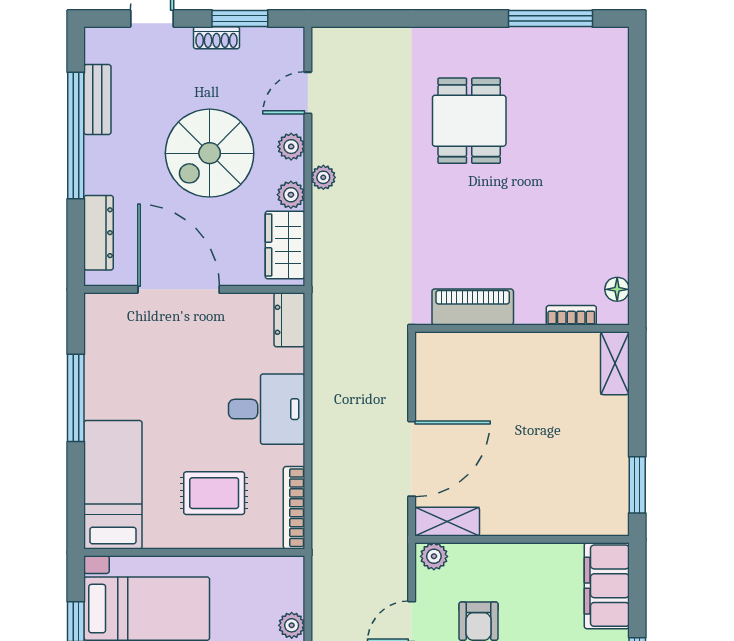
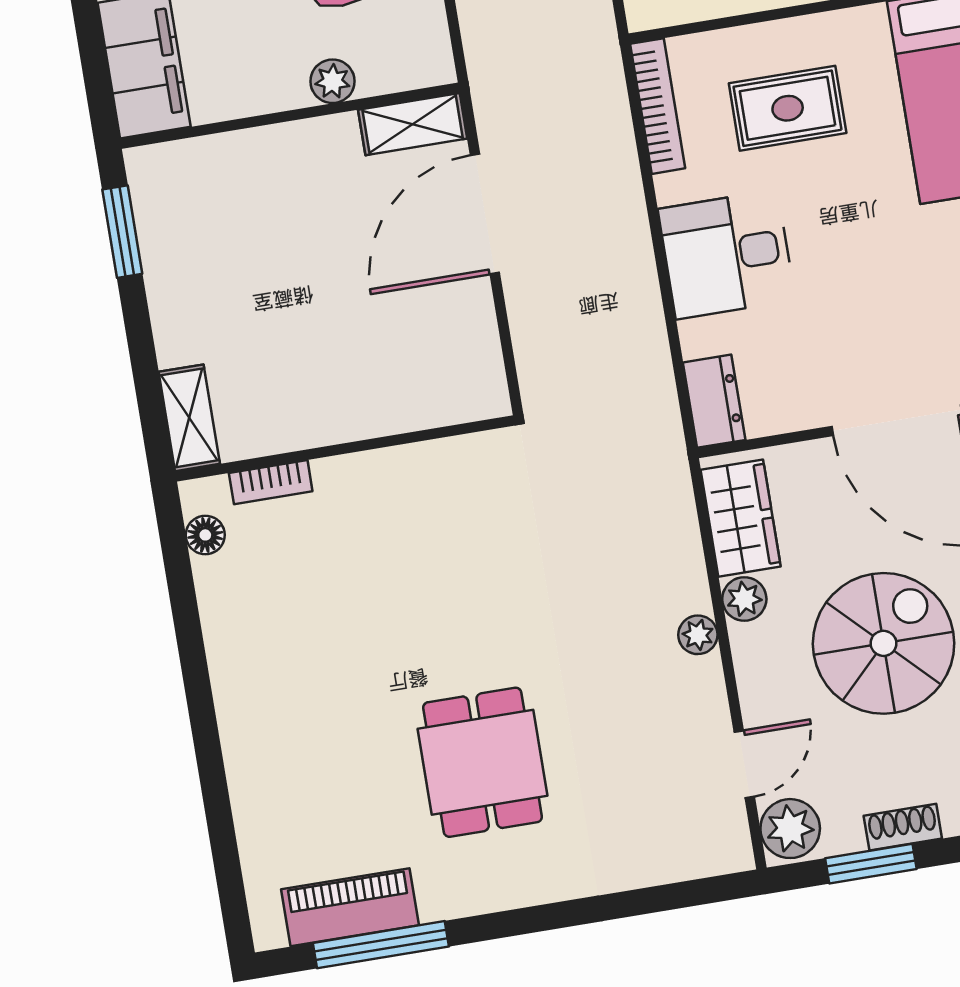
plant: (291, 147) -> (790, 829), moved, width x1.38, depth x1.38
piano: (473, 307) -> (350, 907), moved, turned 180
plant: (434, 556) -> (333, 81), moved

